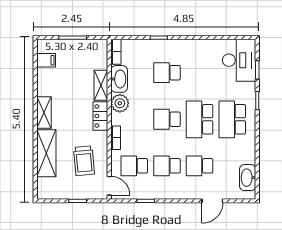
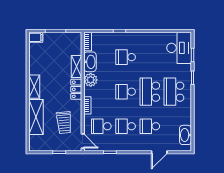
filing cabinet: (46, 60) -> (36, 37), moved

